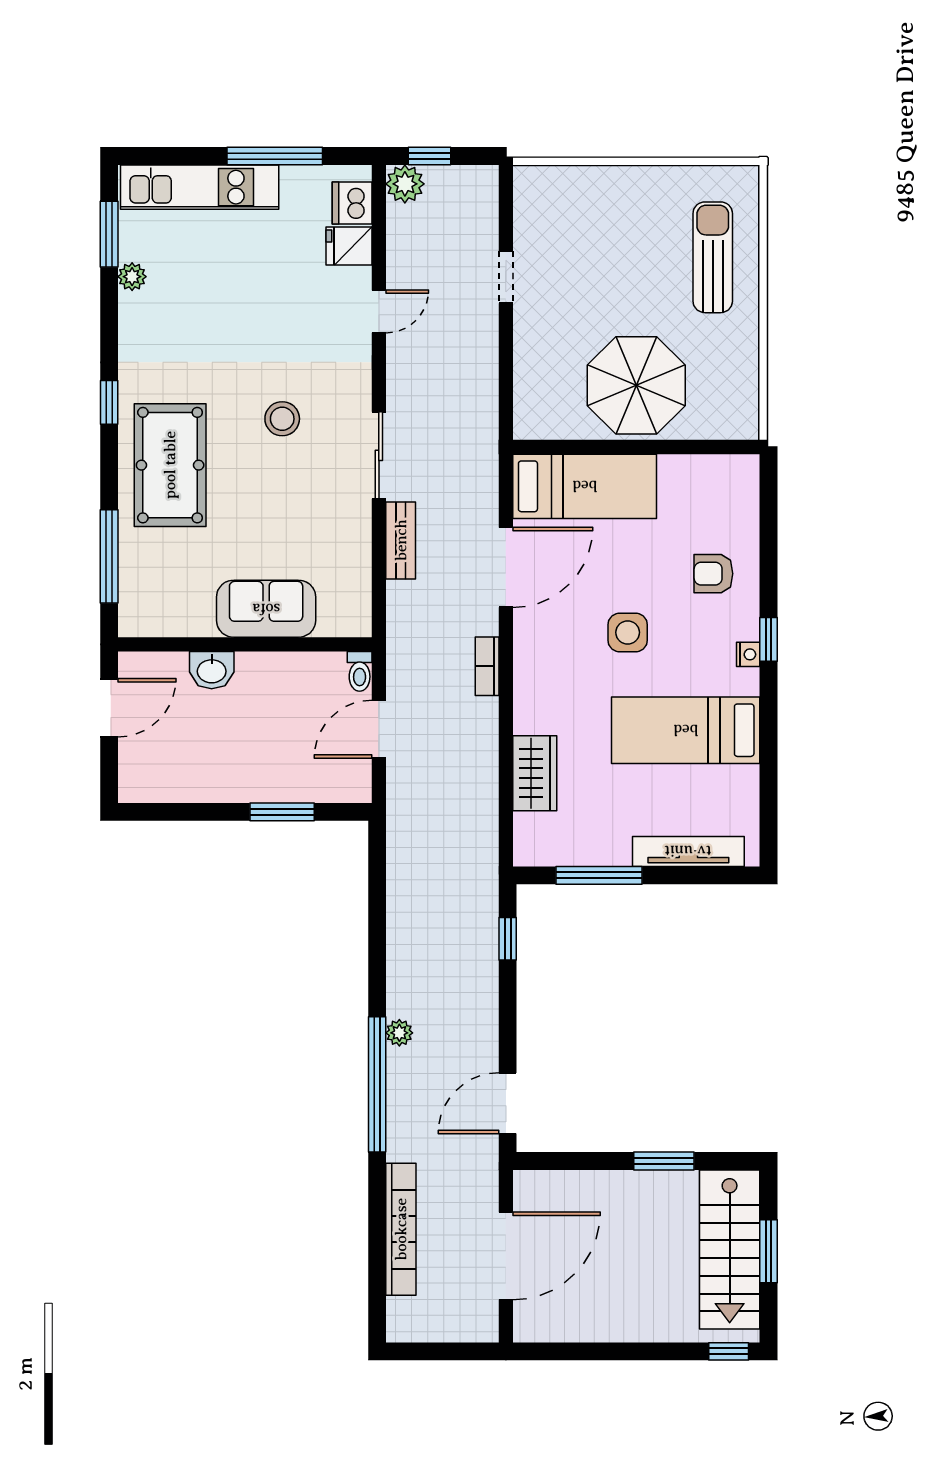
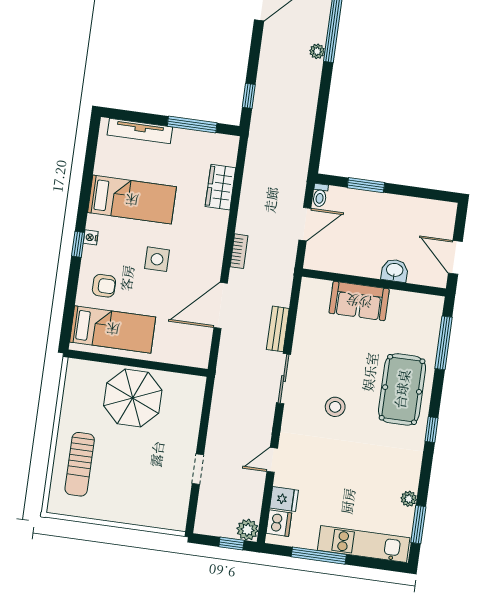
bed: (585, 486) -> (113, 329), moved, turned 180
toilet: (360, 671) -> (320, 195), moved, turned 180
door: (109, 708) -> (455, 257), hinge flipped

